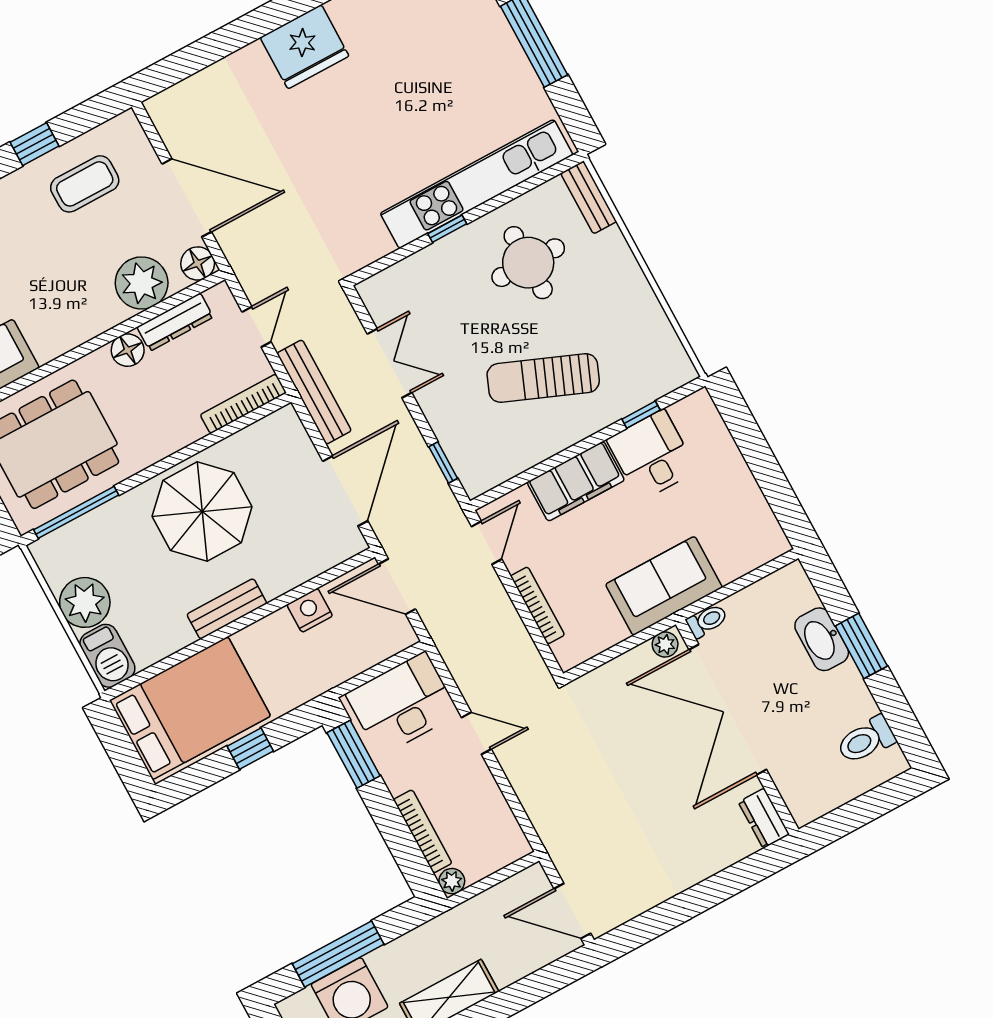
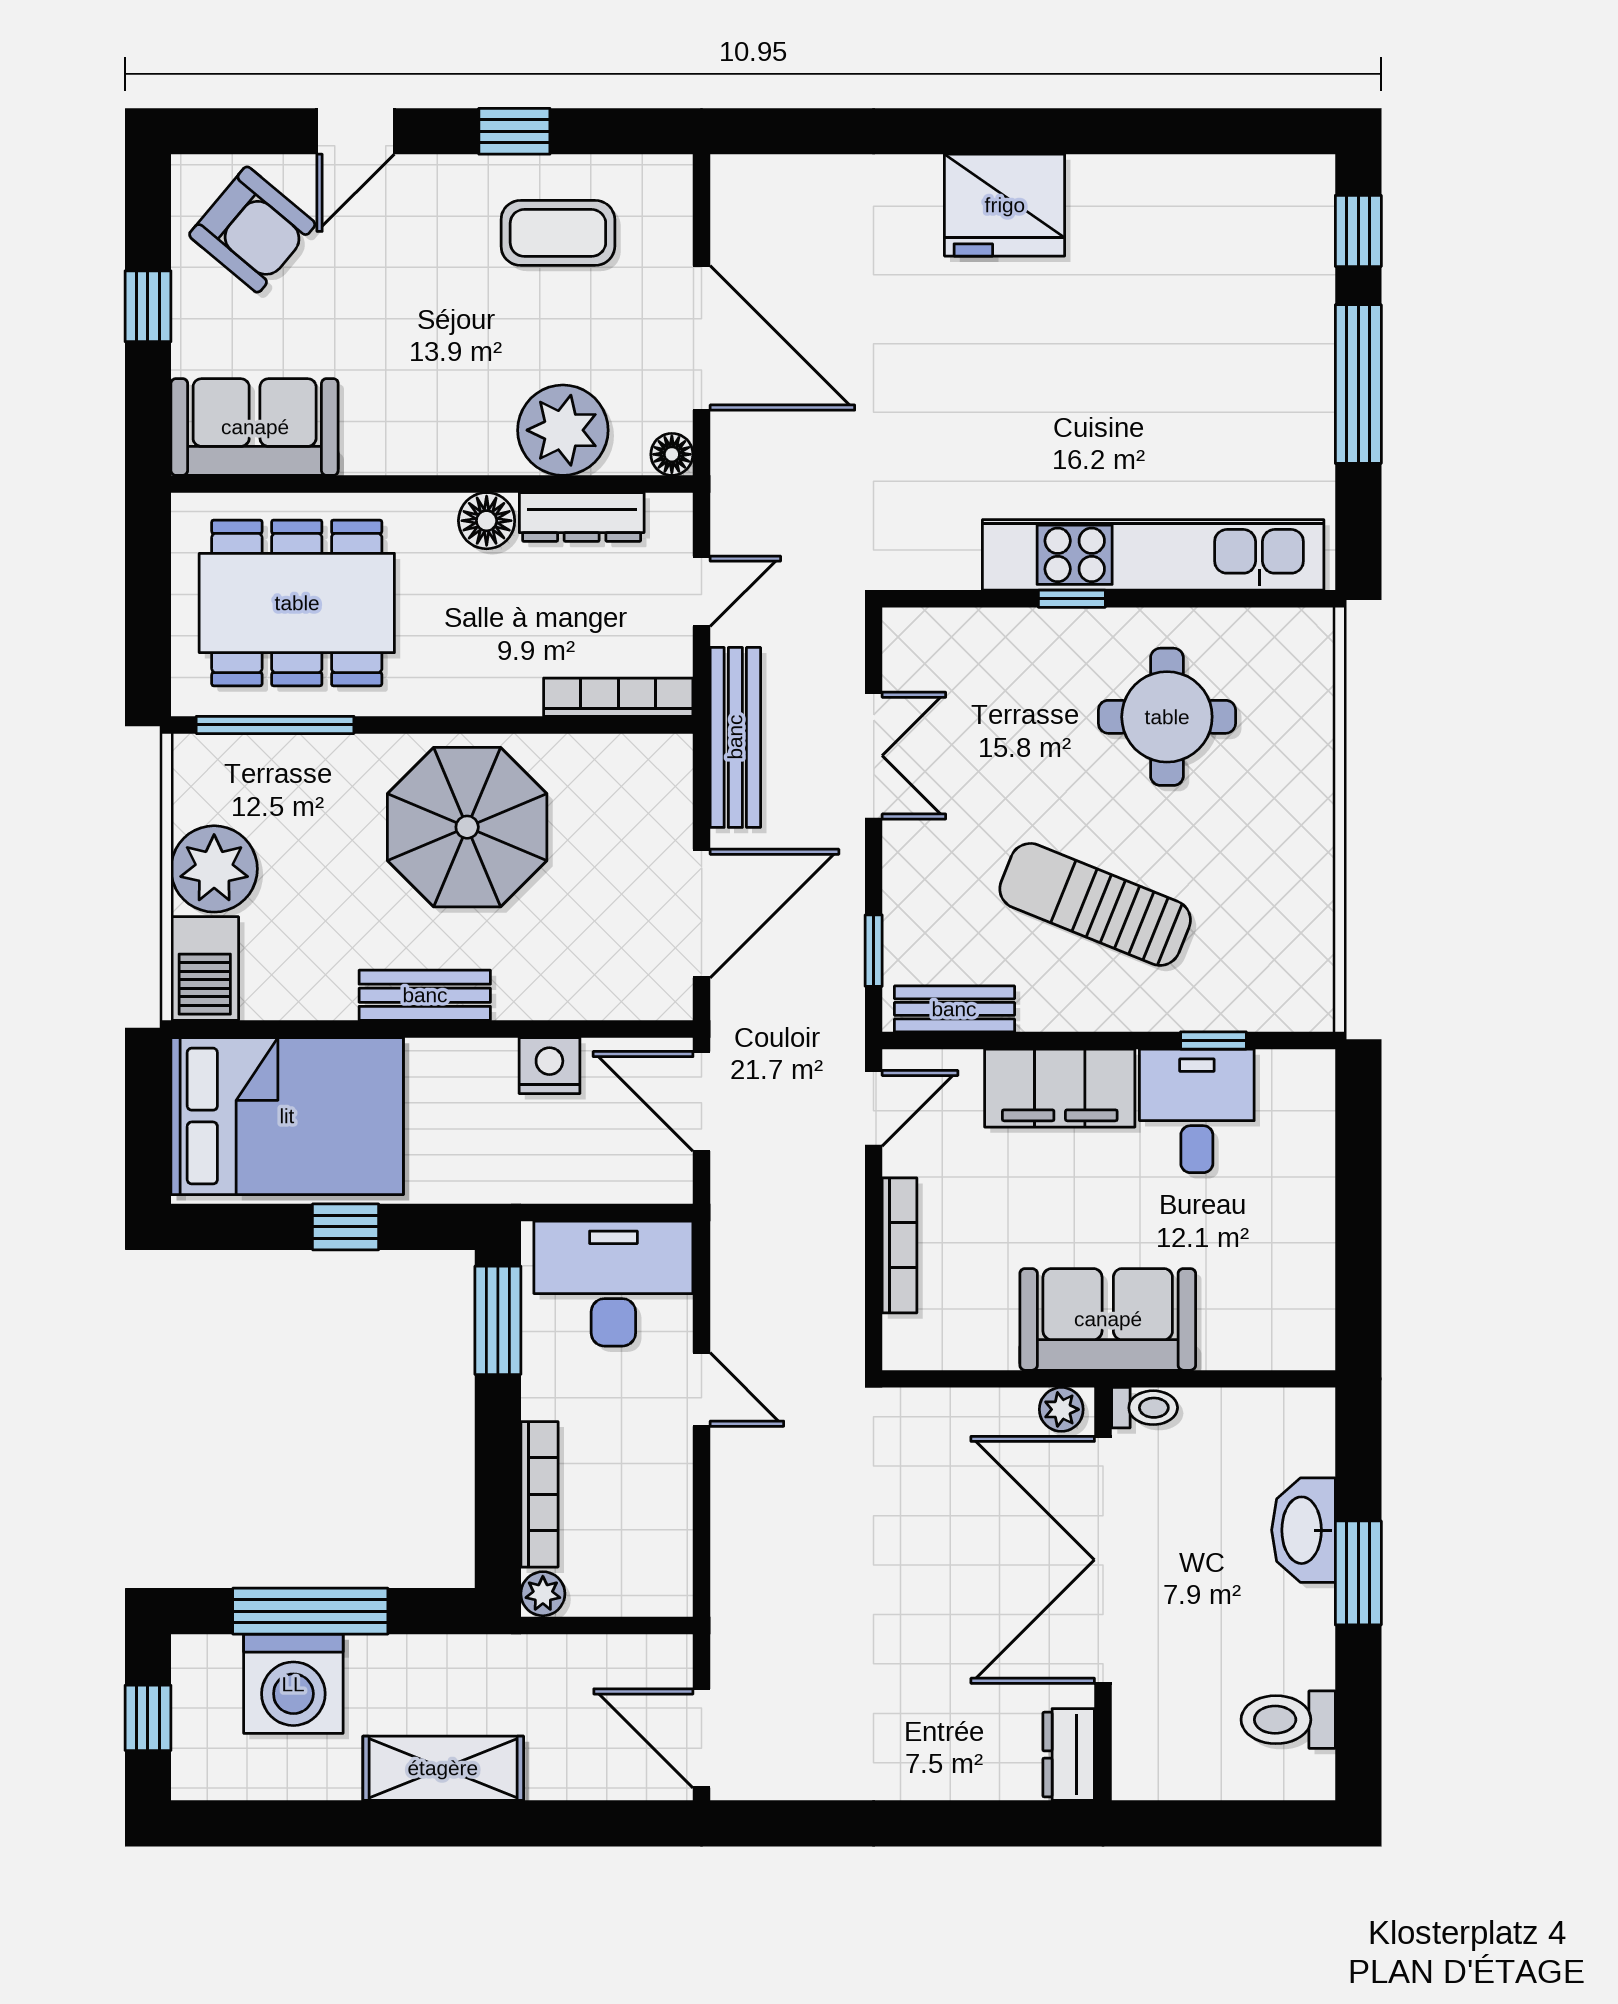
bench: (589, 197) -> (954, 1009), moved, turned 90
floor lamp: (198, 263) -> (672, 454), width x0.73, depth x0.73

